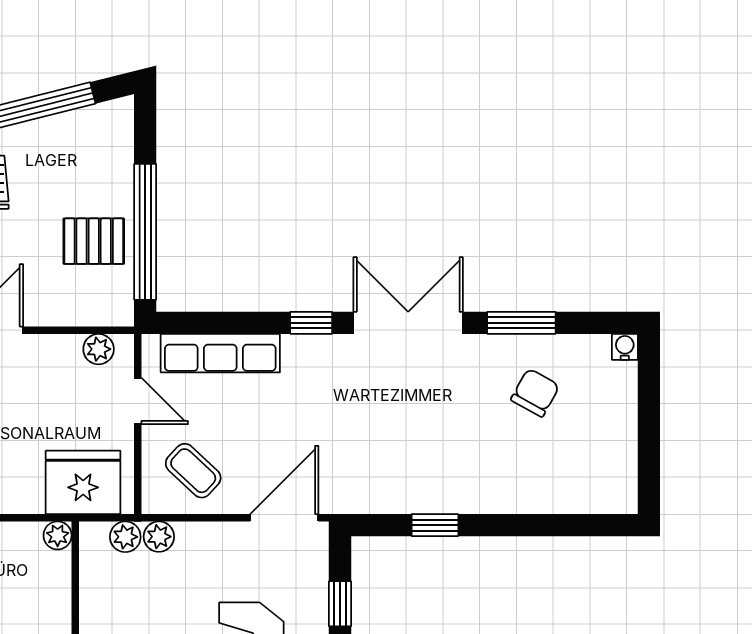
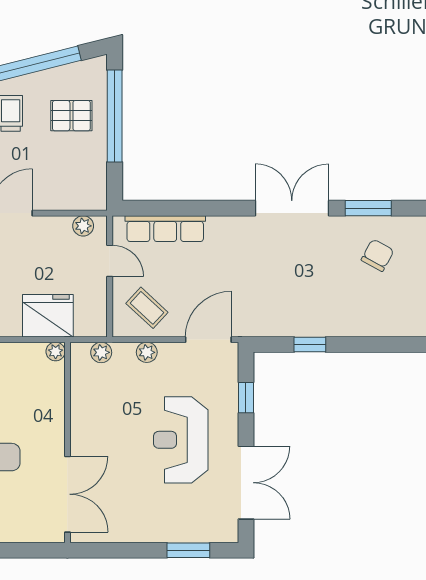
window: (145, 232) -> (115, 116), moved
pallet: (94, 241) -> (71, 116), moved
window: (311, 323) -> (226, 208), removed
fridge: (83, 482) -> (48, 316), moved
plant: (159, 537) -> (147, 352), moved

